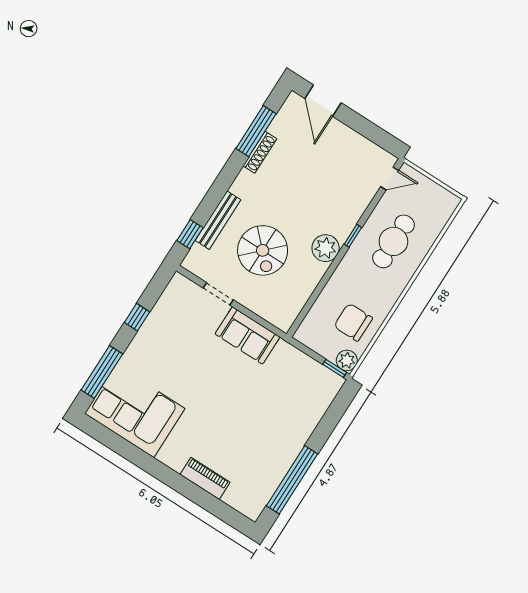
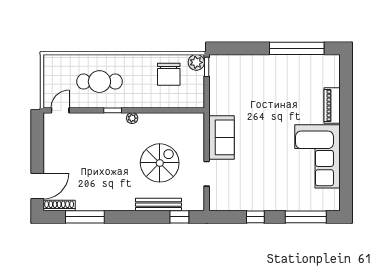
shoe rack: (260, 152) -> (59, 206), moved
door: (390, 178) -> (60, 110), hinge flipped
plant: (326, 248) -> (132, 118), width x0.53, depth x0.53
corner sofa: (135, 411) -> (317, 156), moved

